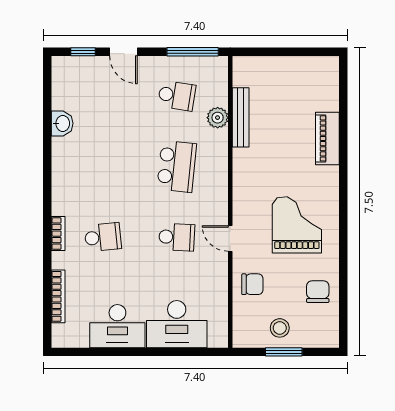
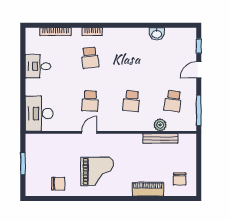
school desk: (177, 166) -> (132, 101), width x0.54
chair: (252, 284) -> (180, 179), moved
desk: (177, 324) -> (39, 114), moved
desk: (117, 326) -> (38, 66), width x0.73
stool: (280, 328) -> (37, 161), removed

